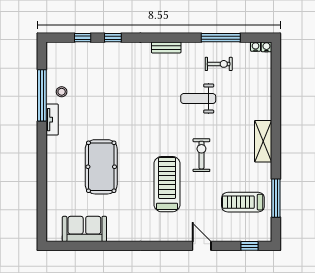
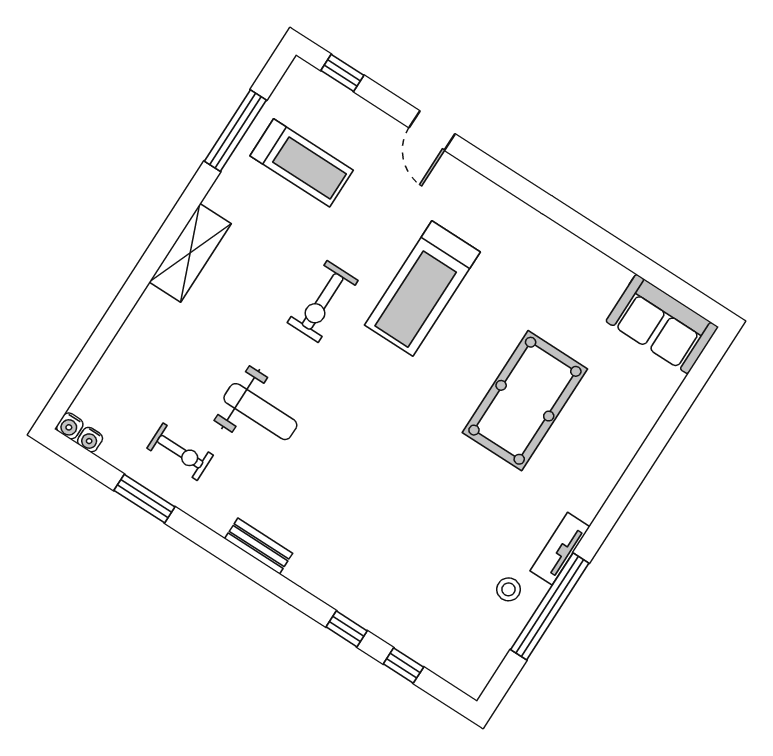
window: (221, 38) -> (144, 499), width x0.69
exercise bike: (219, 64) -> (180, 452), turned 180
sofa: (84, 229) -> (662, 324), moved

